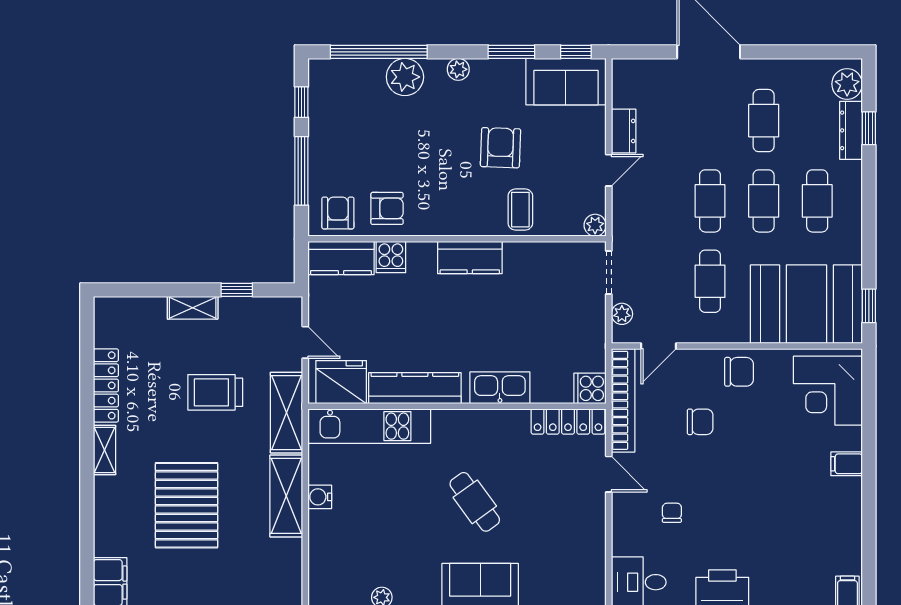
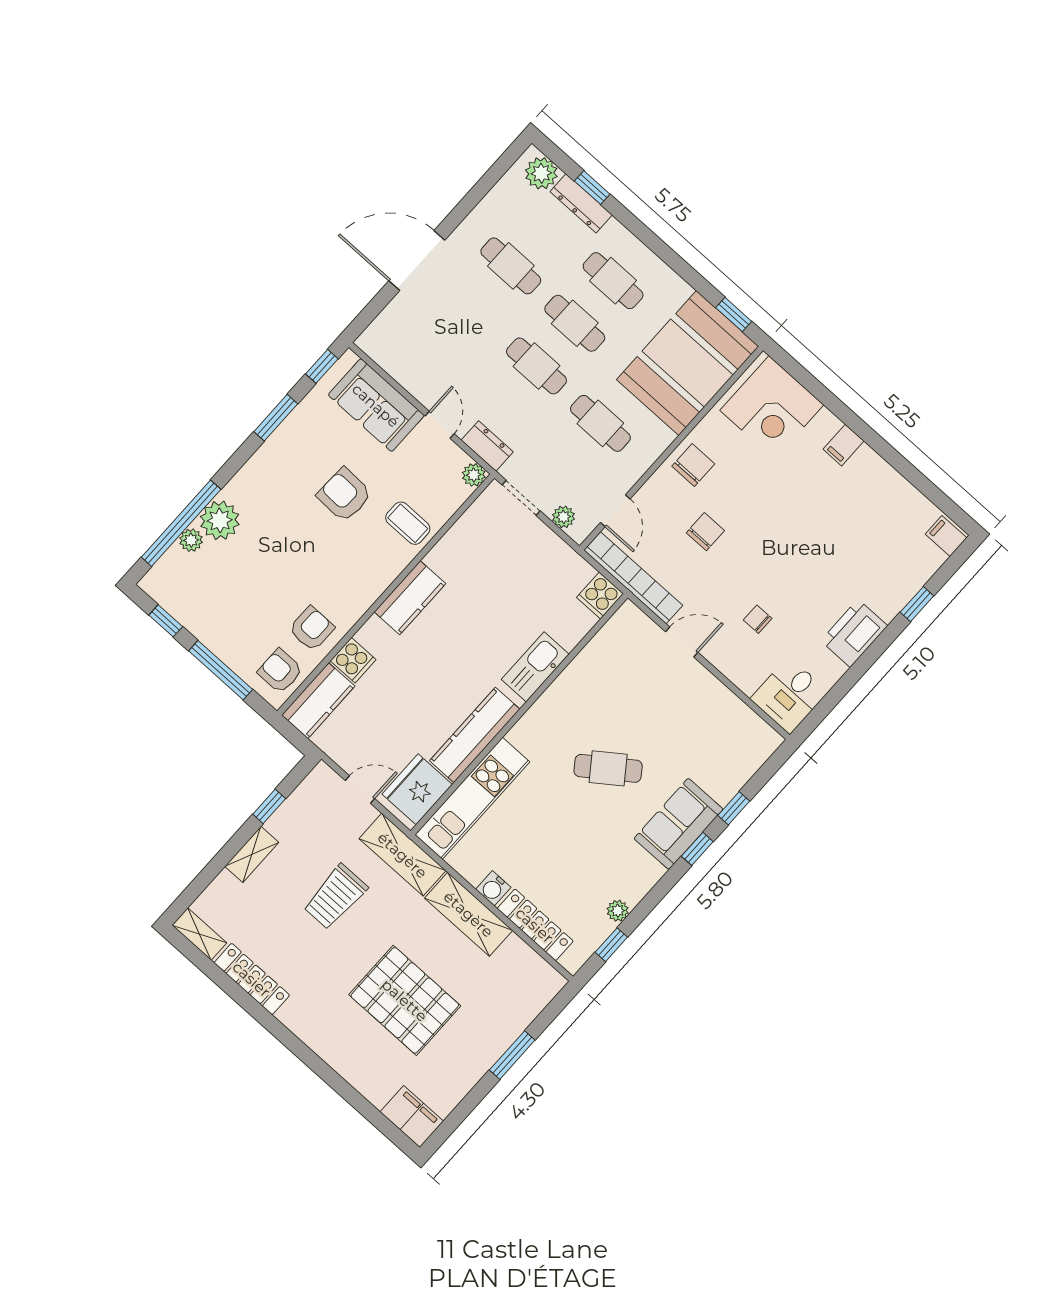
plant: (458, 69) -> (191, 540), moved
sofa: (566, 82) -> (376, 405), moved, turned 90
dresser: (624, 131) -> (487, 446), moved
locker: (568, 421) -> (535, 925), moved, turned -90
shelving: (104, 450) -> (199, 934), moved

